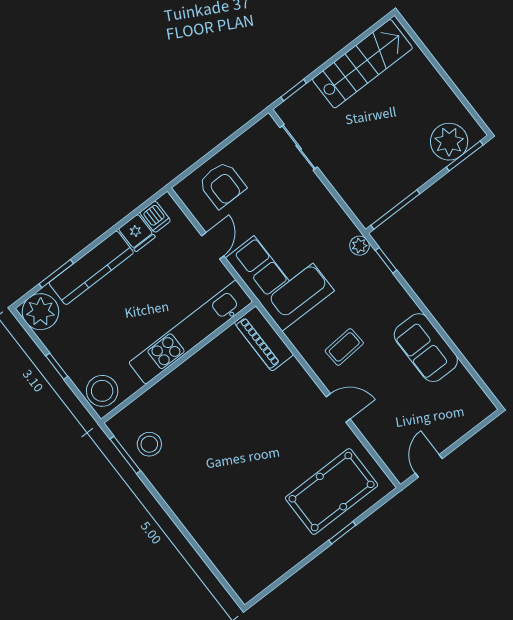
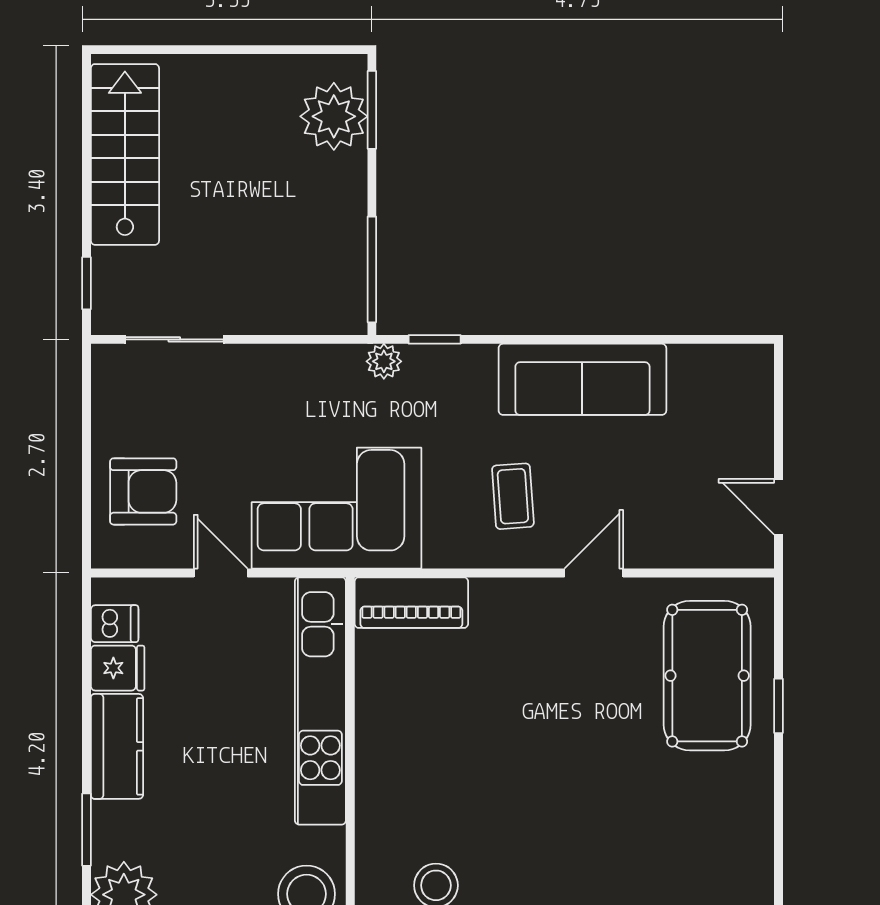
kitchen counter: (91, 268) -> (117, 746), width x0.67
sofa: (426, 348) -> (582, 379), width x1.36

